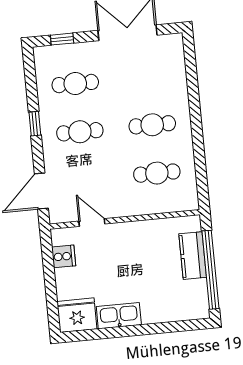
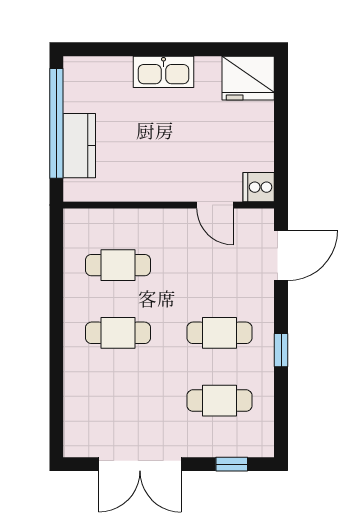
cooker: (64, 256) -> (259, 187), moved
kitchen sink: (119, 316) -> (163, 72), moved

